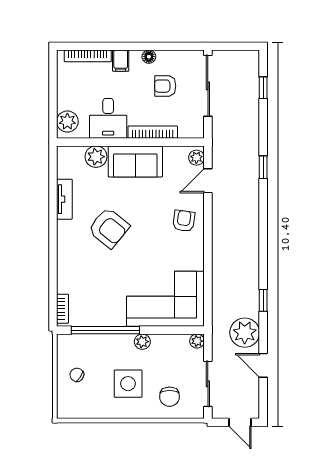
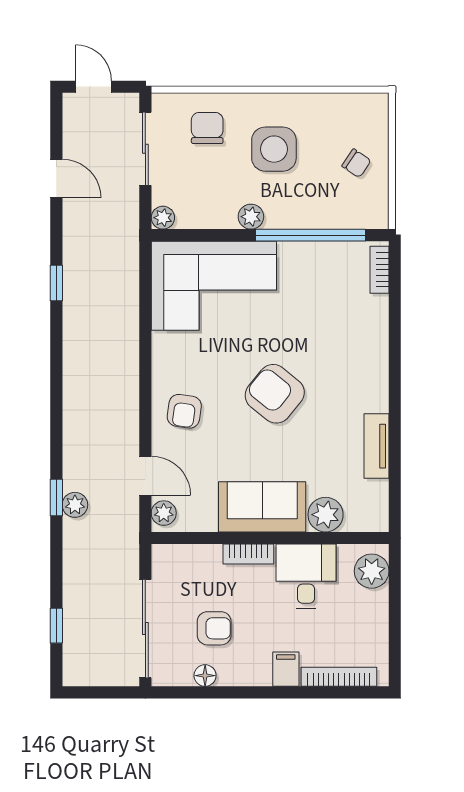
floor lamp: (149, 57) -> (205, 676), moved
bookcase: (153, 132) -> (248, 554), width x0.64
door: (208, 181) -> (145, 476), hinge flipped
armchair: (109, 228) -> (275, 394), moved
plant: (245, 333) -> (75, 505), moved, width x0.53, depth x0.53

